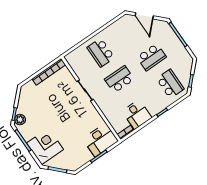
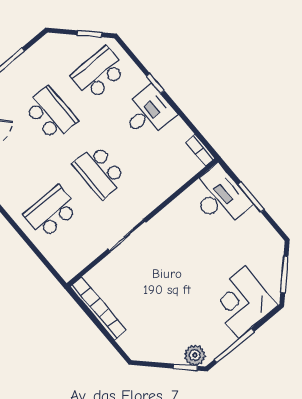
school desk: (101, 52) -> (51, 212), turned 180
desk: (137, 114) -> (148, 112), moved

